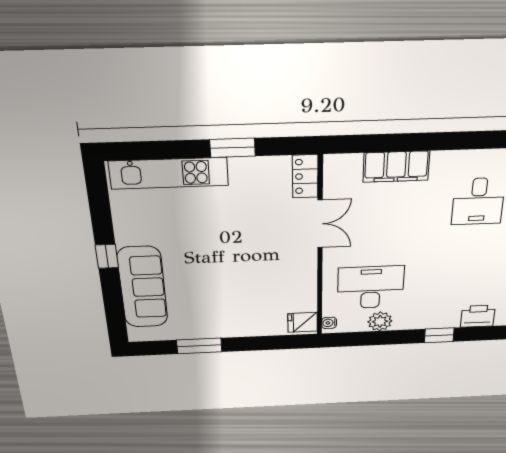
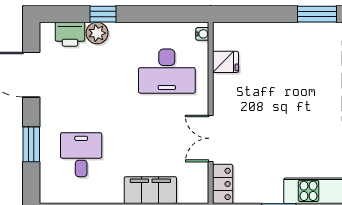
plant: (380, 321) -> (97, 33), moved
fridge: (303, 322) -> (225, 62), moved

